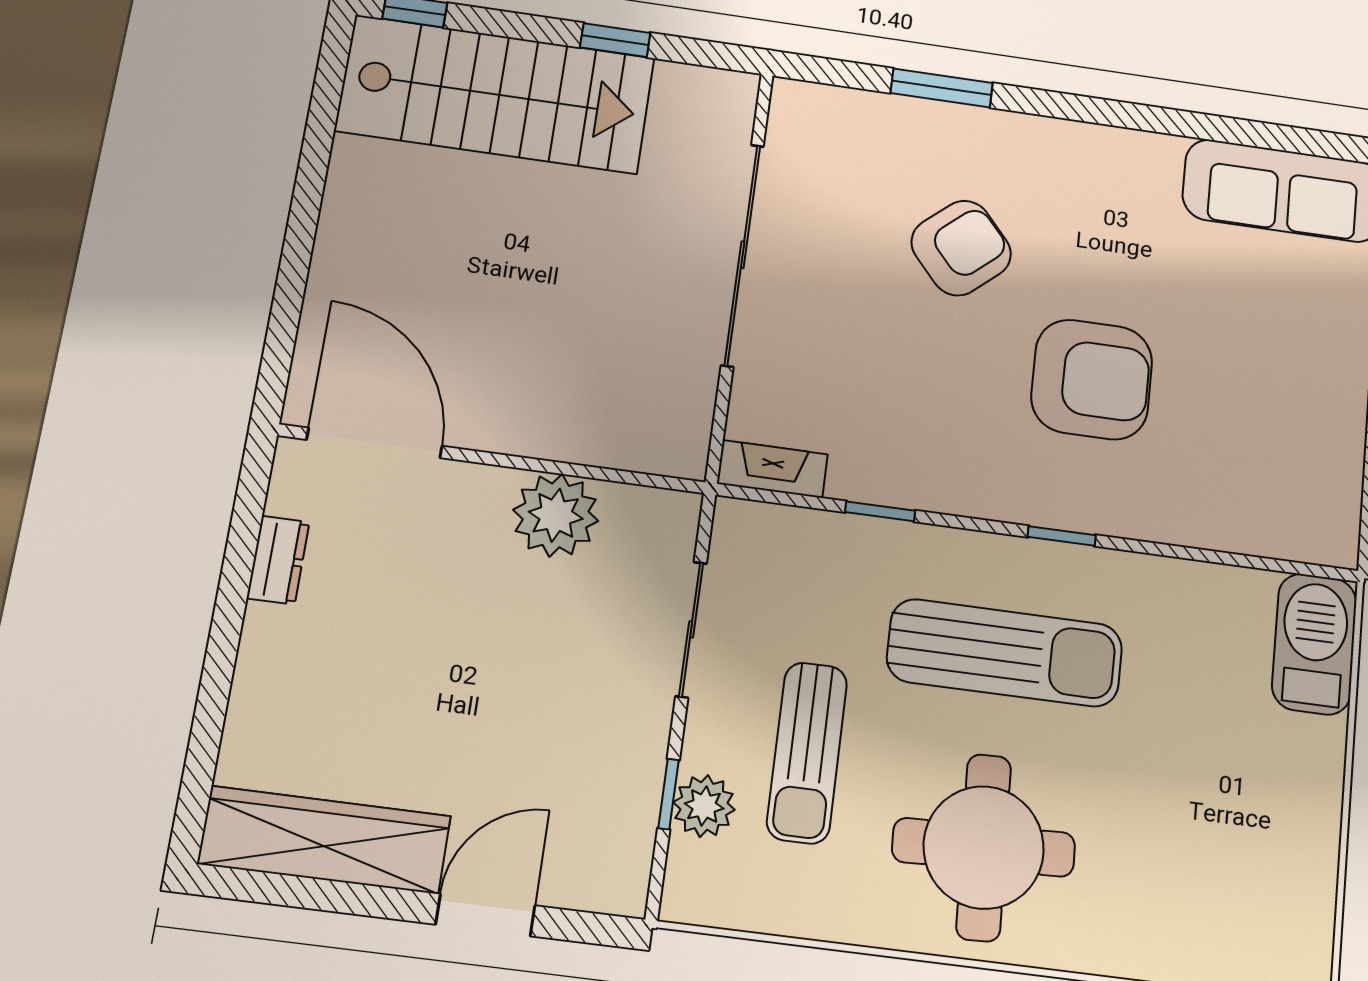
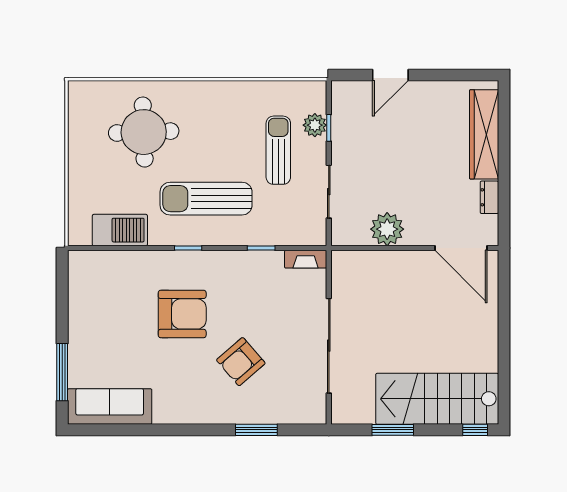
window: (615, 40) -> (393, 430), width x1.50
armchair: (1092, 379) -> (182, 314), turned 180
barbecue: (1314, 644) -> (120, 230), moved, turned -90
wardrobe: (325, 840) -> (484, 134), moved, turned 90
round table: (984, 847) -> (144, 132), moved

